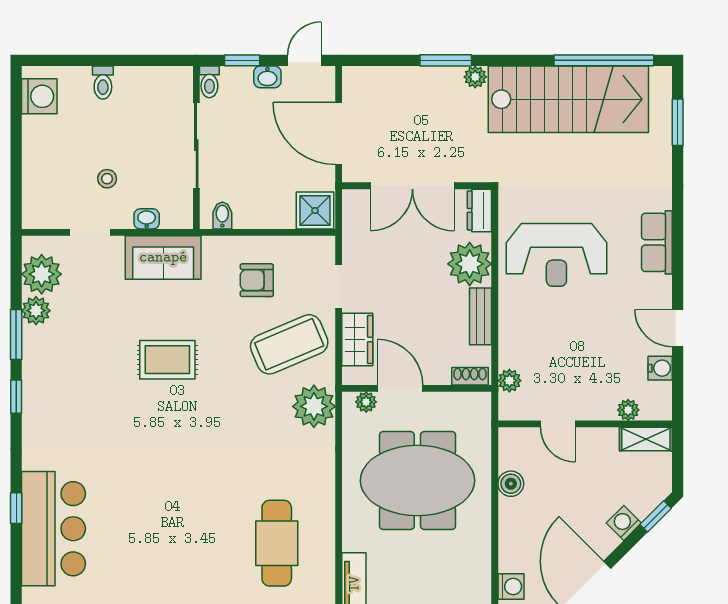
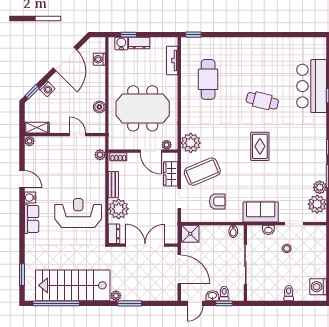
toilet: (209, 82) -> (224, 293), moved
rug: (167, 360) -> (260, 146), moved, turned 90
water cooler: (660, 368) -> (30, 198), moved
plant: (628, 410) -> (29, 141), moved
cafe table: (160, 497) -> (262, 101), added

